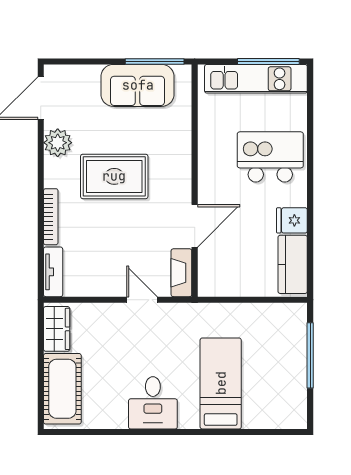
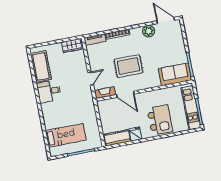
sofa: (138, 85) -> (175, 74), moved, turned 90
rug: (114, 176) -> (128, 66), moved, turned 90
bed: (221, 383) -> (66, 135), moved
cot: (62, 389) -> (41, 66), moved, turned 90

